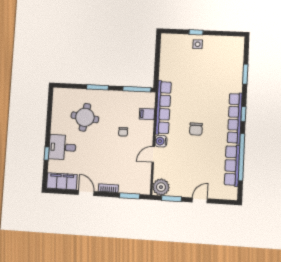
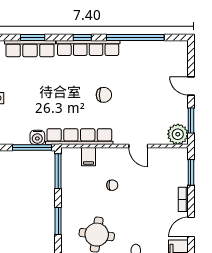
window: (157, 70) -> (32, 147), added
water cooler: (161, 141) -> (37, 137), moved
row of seats: (232, 166) -> (30, 49), moved

